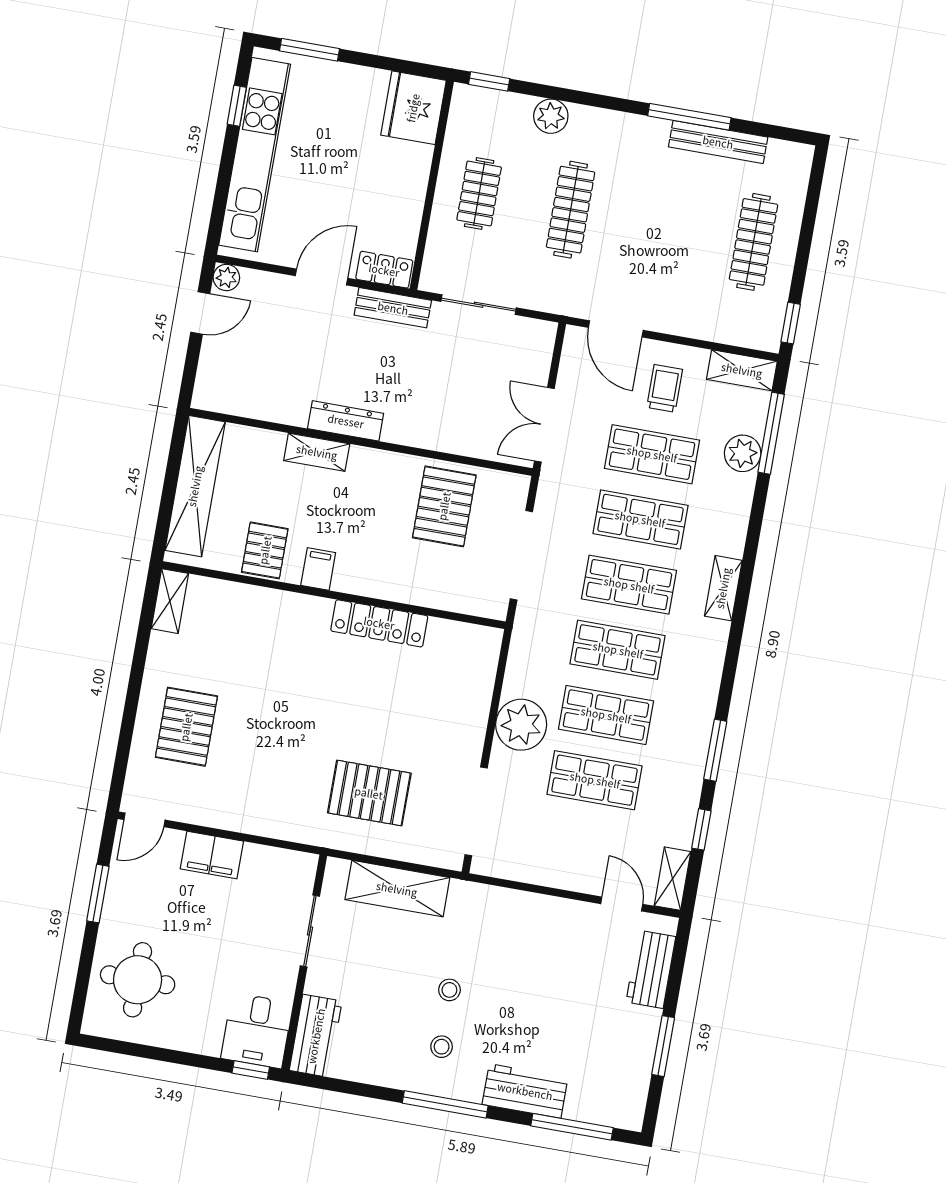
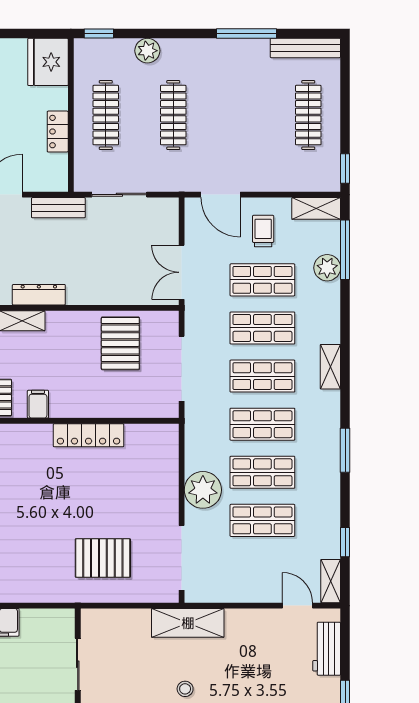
bench: (718, 142) -> (305, 48), moved
clothes rail: (479, 194) -> (106, 115), width x1.36
locker: (384, 270) -> (58, 132), moved, turned -90
window: (715, 750) -> (345, 450), moved
shelving: (397, 889) -> (188, 623), moved

